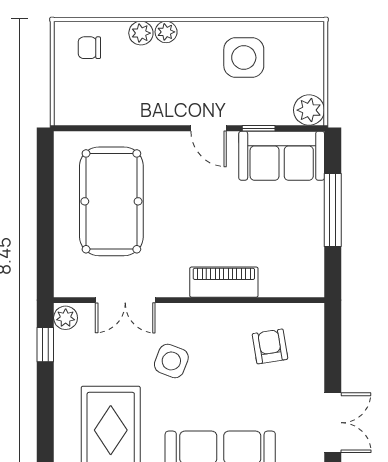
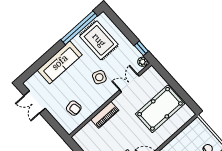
pool table: (111, 201) -> (160, 109), turned 90

